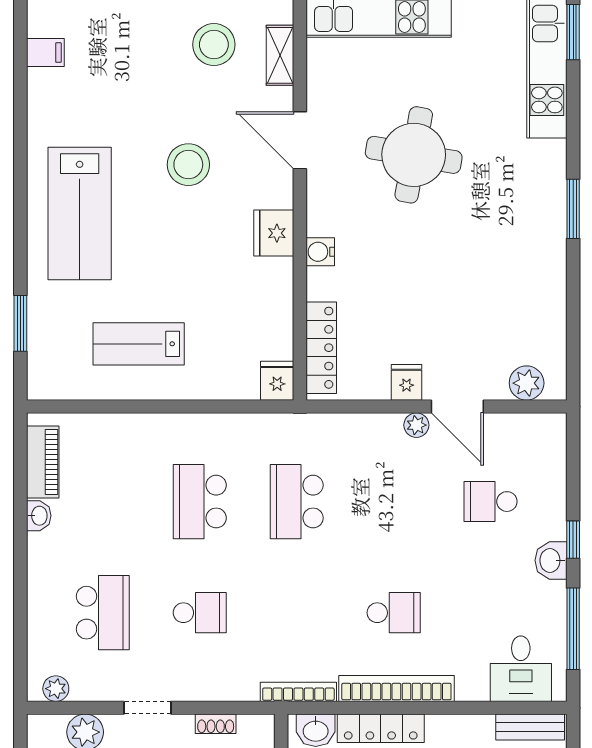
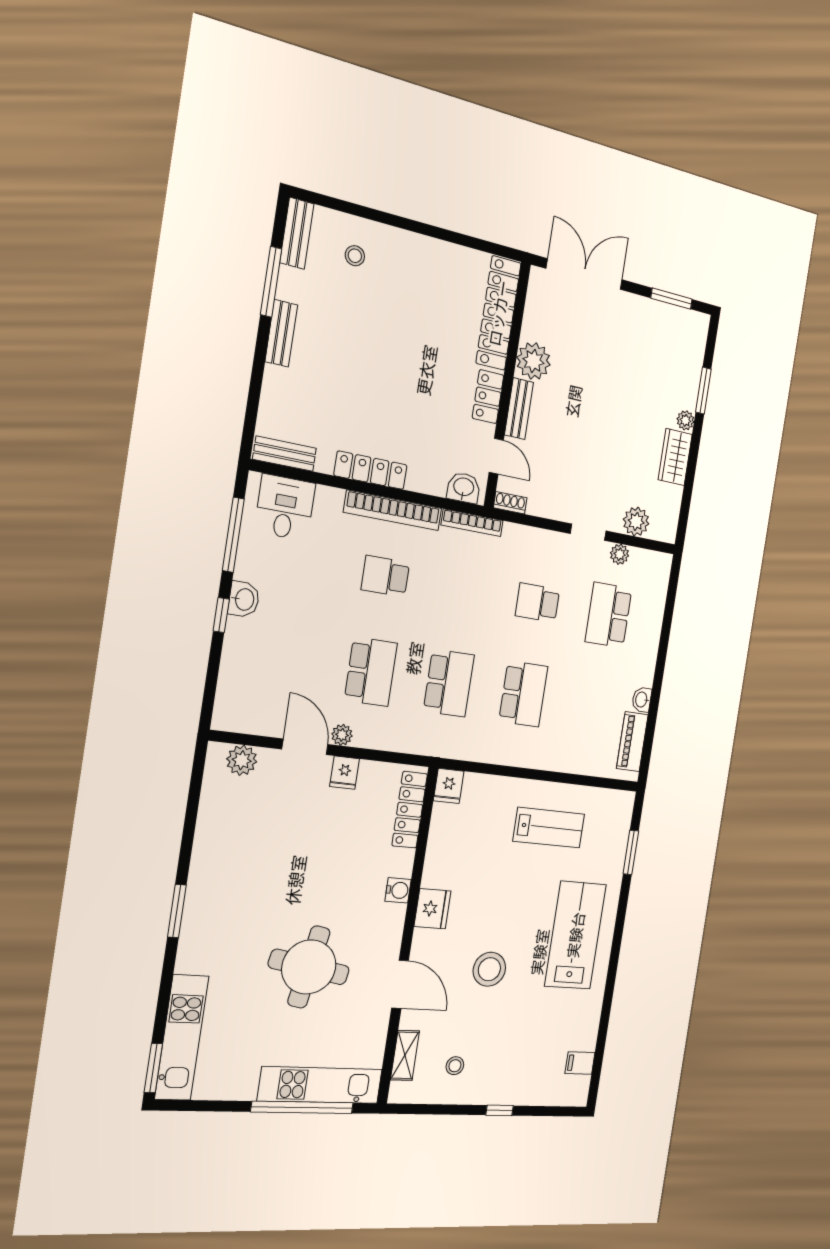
stool: (214, 45) -> (455, 1066), width x0.53, depth x0.53
school desk: (491, 502) -> (371, 672), moved, width x1.85
plant: (56, 689) -> (620, 554), moved
shoe rack: (216, 724) -> (510, 503), moved
locker: (381, 728) -> (371, 470), moved

